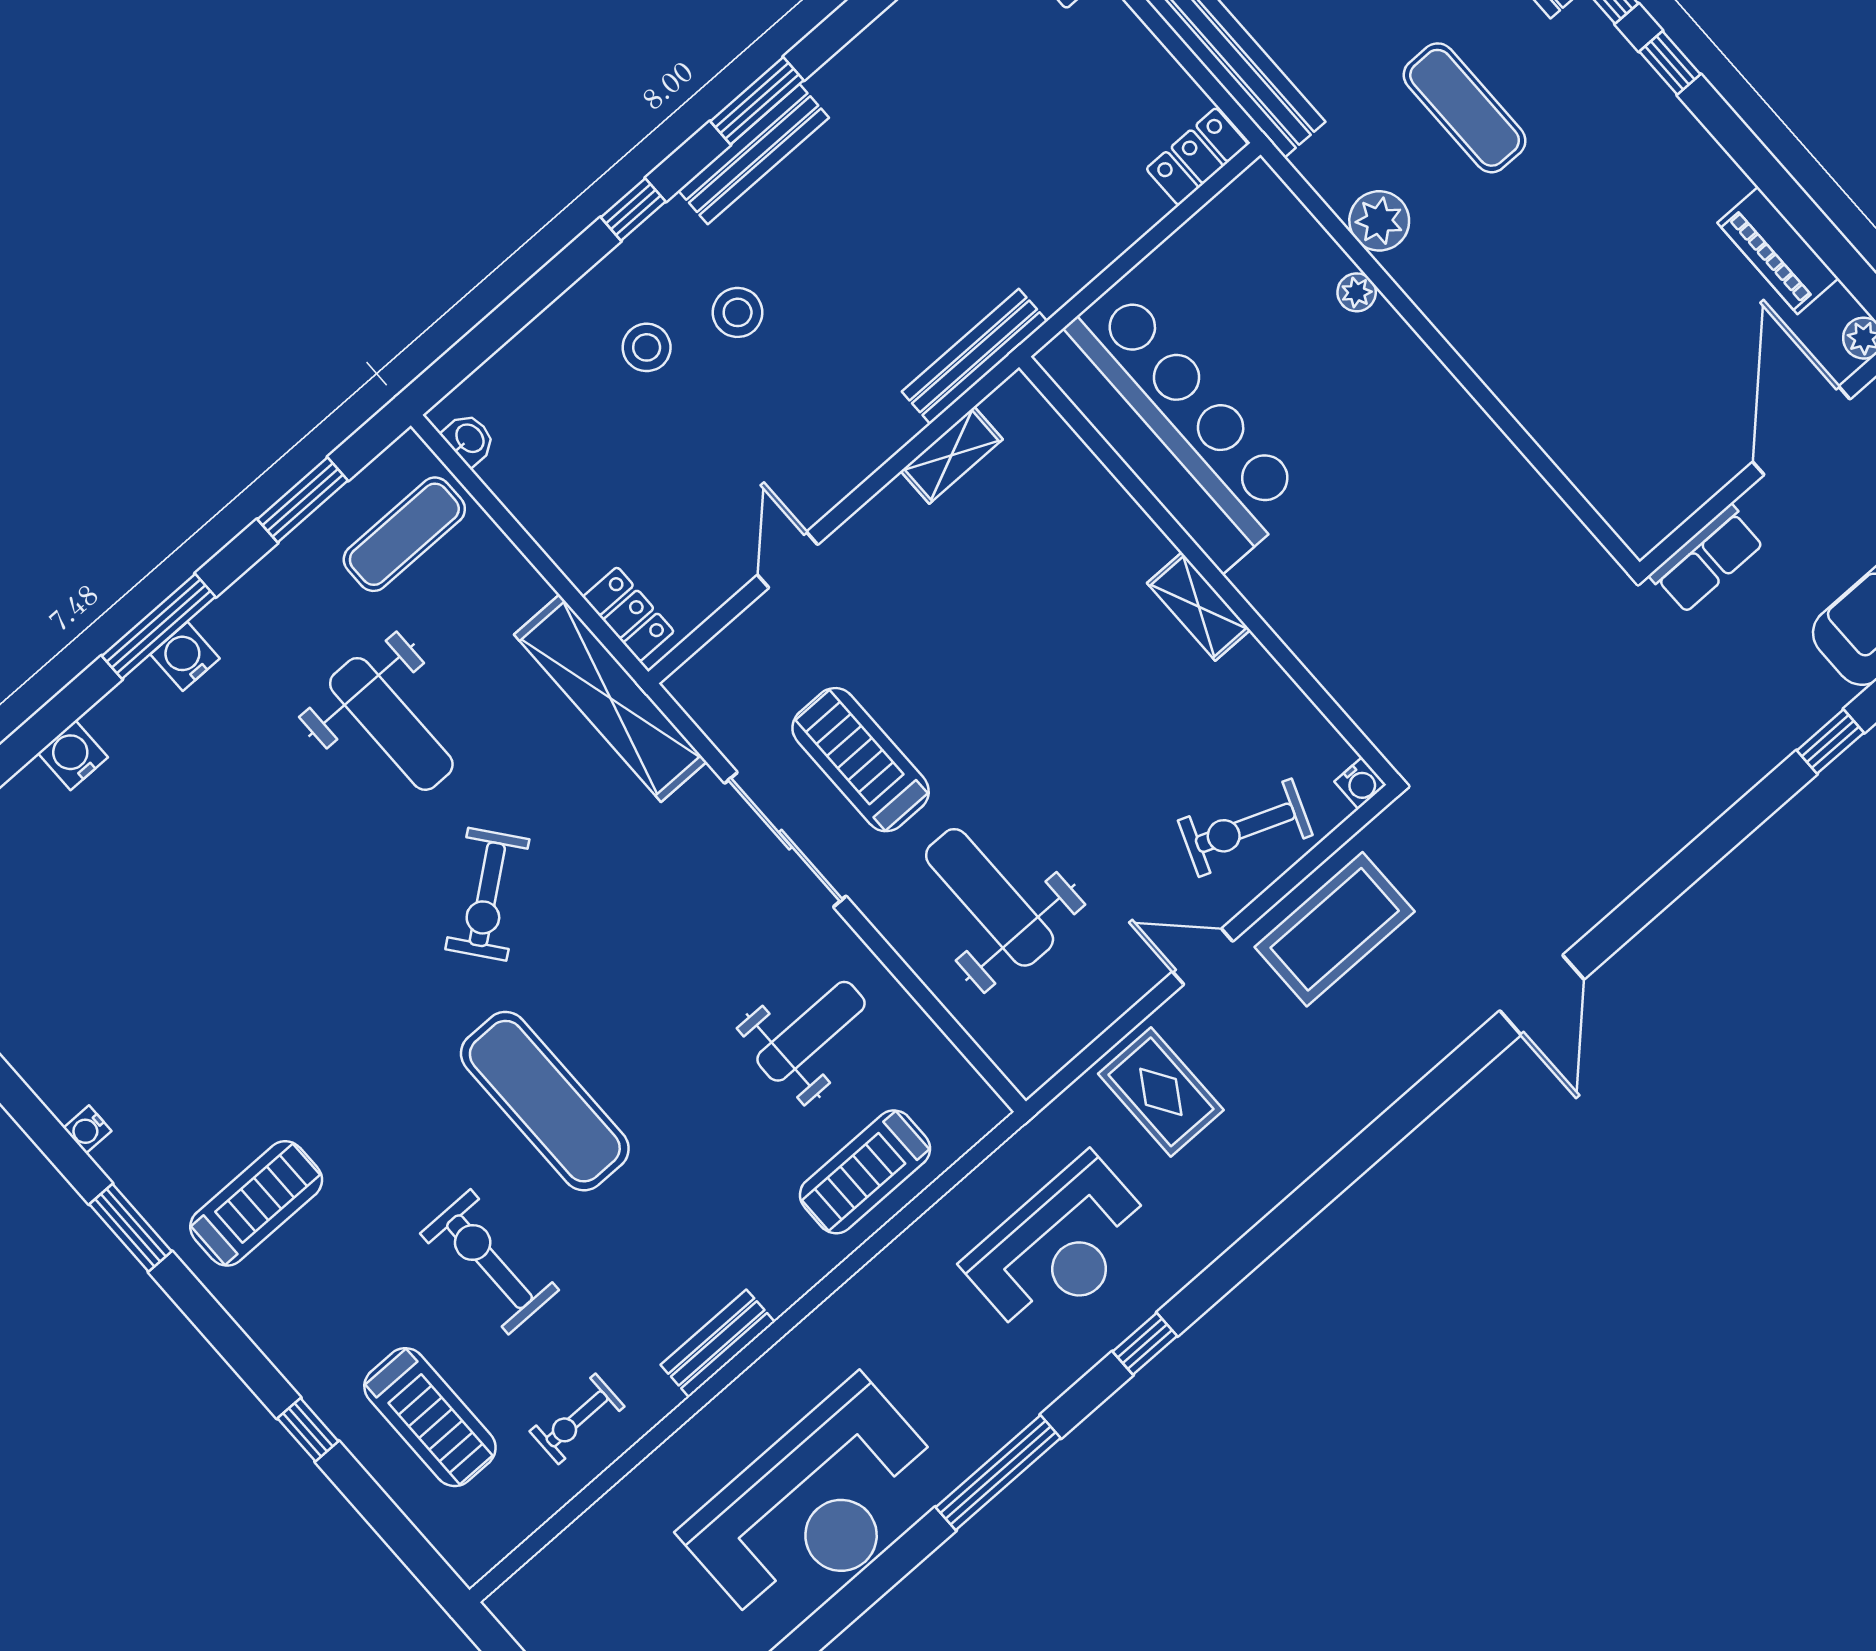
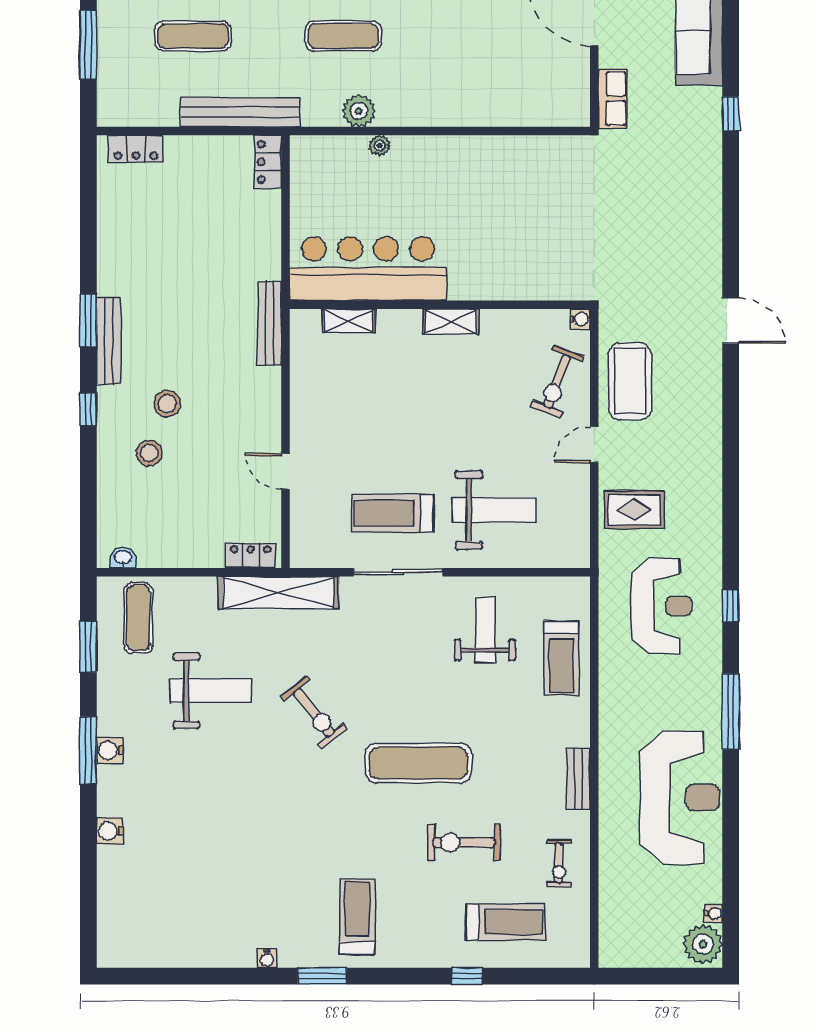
shelving: (952, 455) -> (349, 321), moved, turned 90
weight bench: (990, 897) -> (494, 510), turned 180

